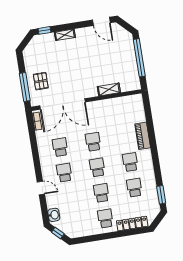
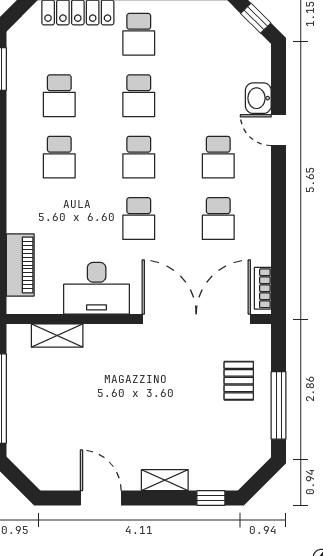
door: (101, 21) -> (101, 498), moved
window: (25, 87) -> (279, 405), moved
shelving: (109, 89) -> (57, 336), moved
desk: (106, 110) -> (97, 288), added
piano: (143, 136) -> (20, 265), moved
washbasin: (54, 215) -> (258, 98), moved

